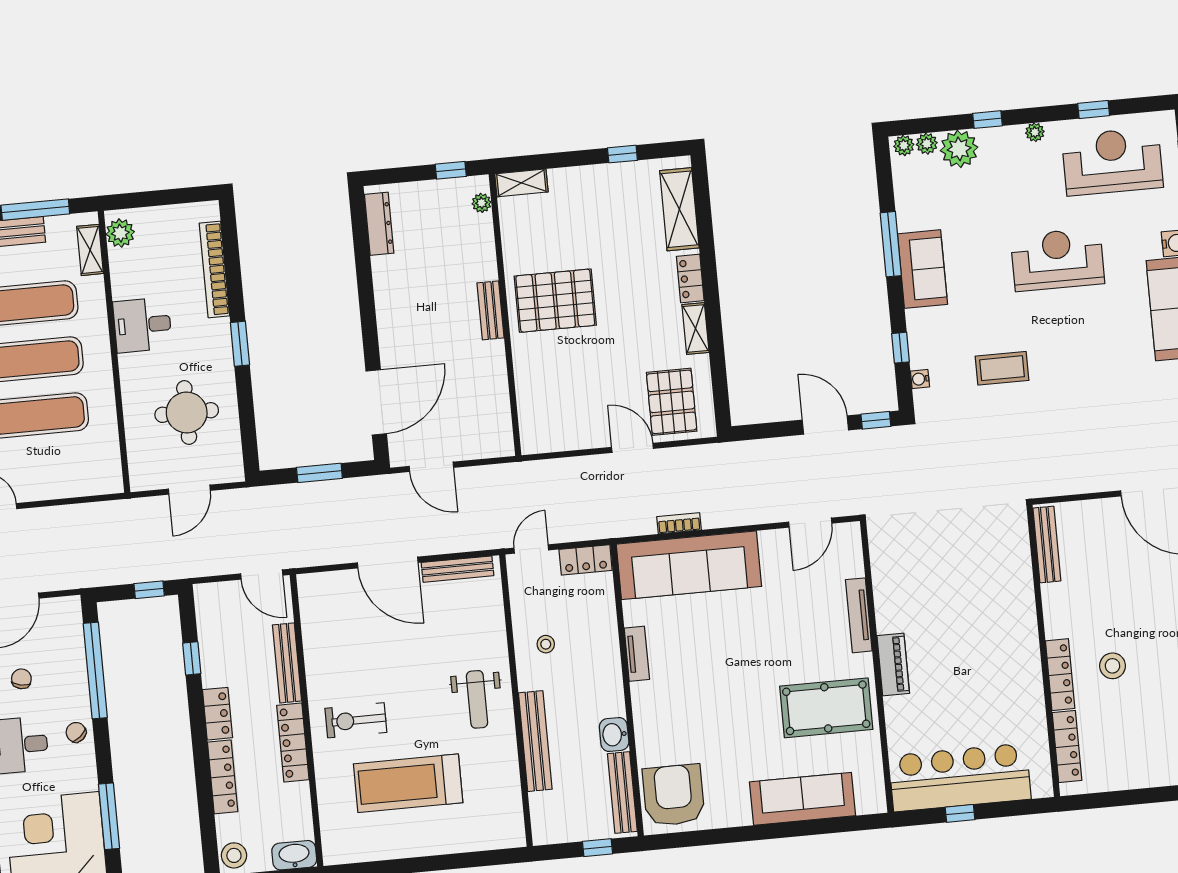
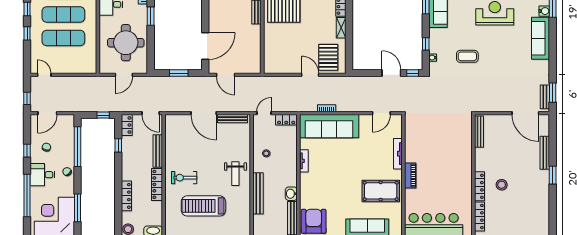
round table: (187, 413) -> (126, 43), width x1.36, depth x1.36
locker: (217, 714) -> (127, 125), moved

